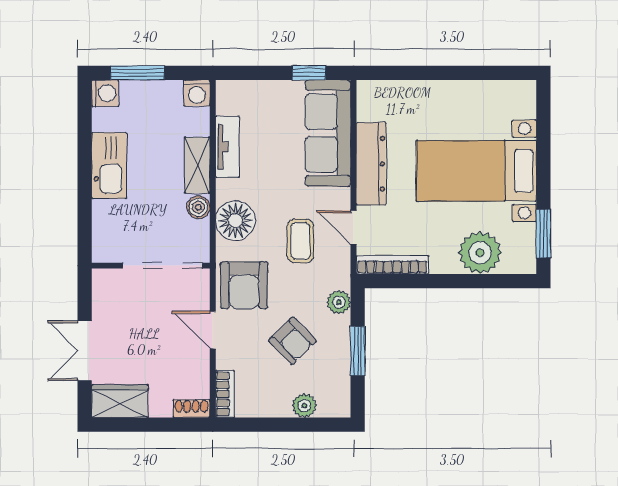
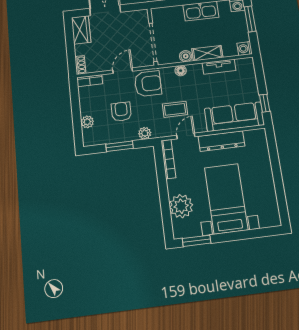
floor lamp: (235, 221) -> (181, 71), width x0.53, depth x0.53
armchair: (244, 285) -> (148, 84), turned 180
armchair: (292, 341) -> (121, 112), turned 134

